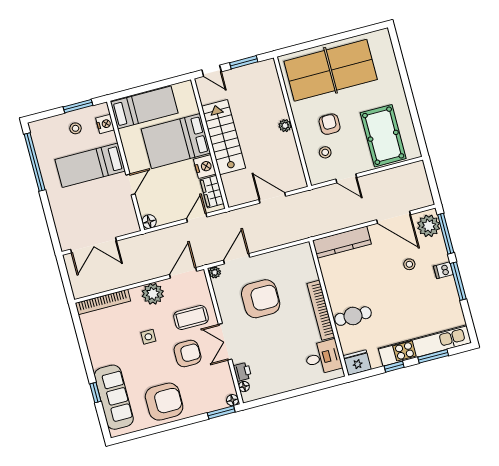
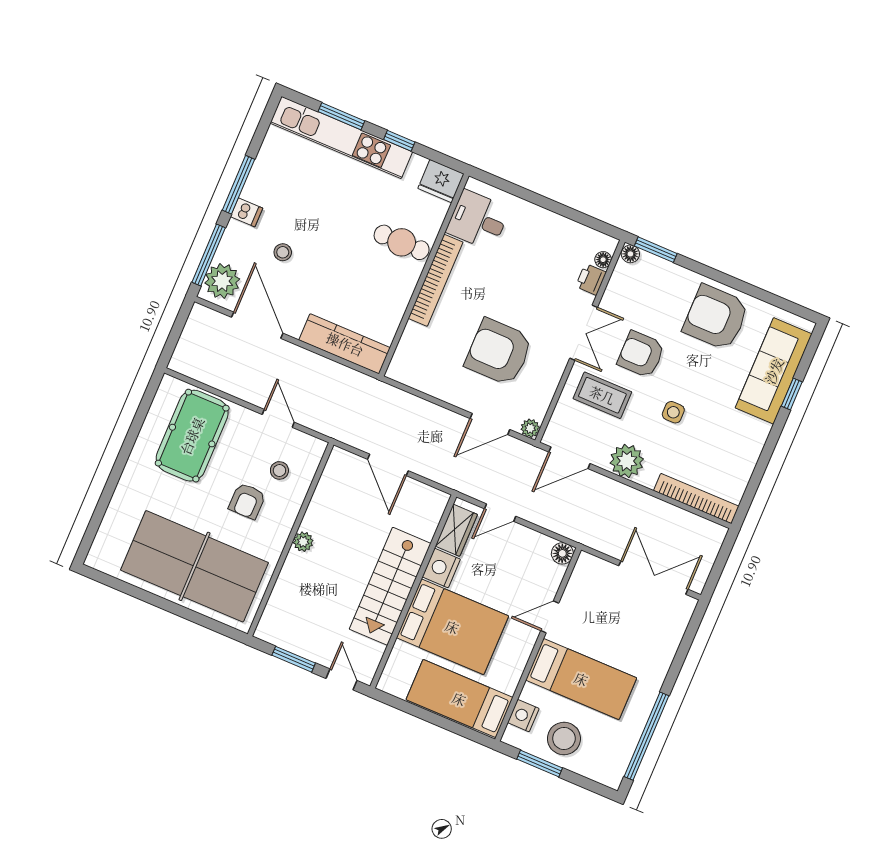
stool: (75, 128) -> (564, 738), width x1.89, depth x1.89

